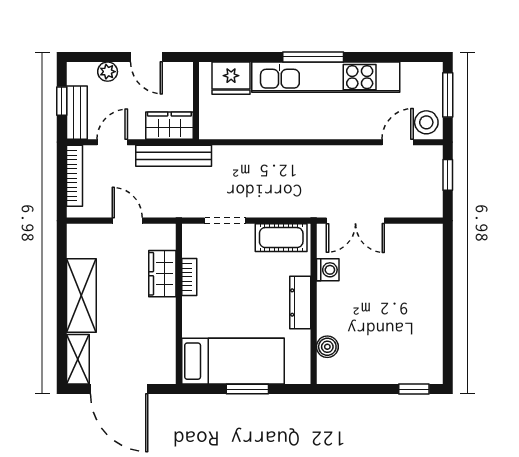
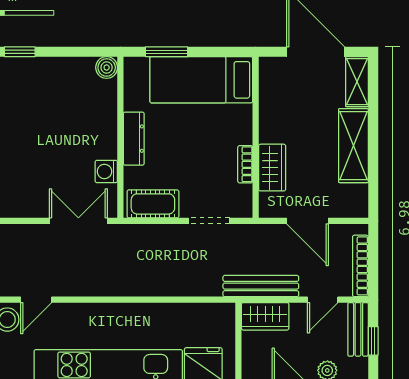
door: (127, 221) -> (307, 221), width x1.38
boiler: (327, 347) -> (107, 67), moved
window: (247, 389) -> (167, 52), moved

